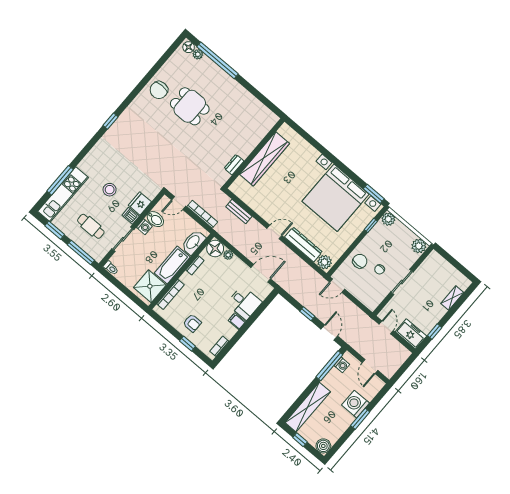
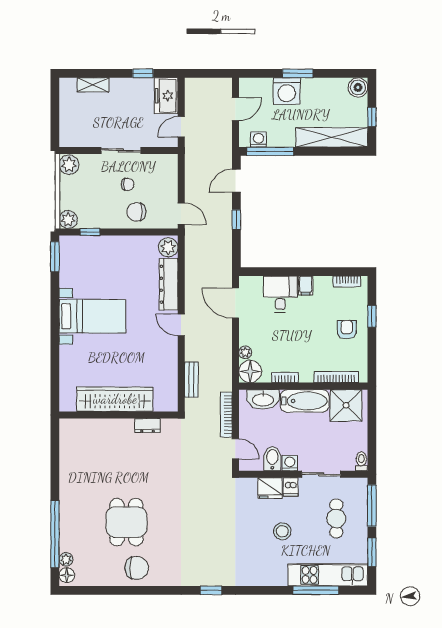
bed with nightstands: (336, 198) -> (92, 316), width x0.54

